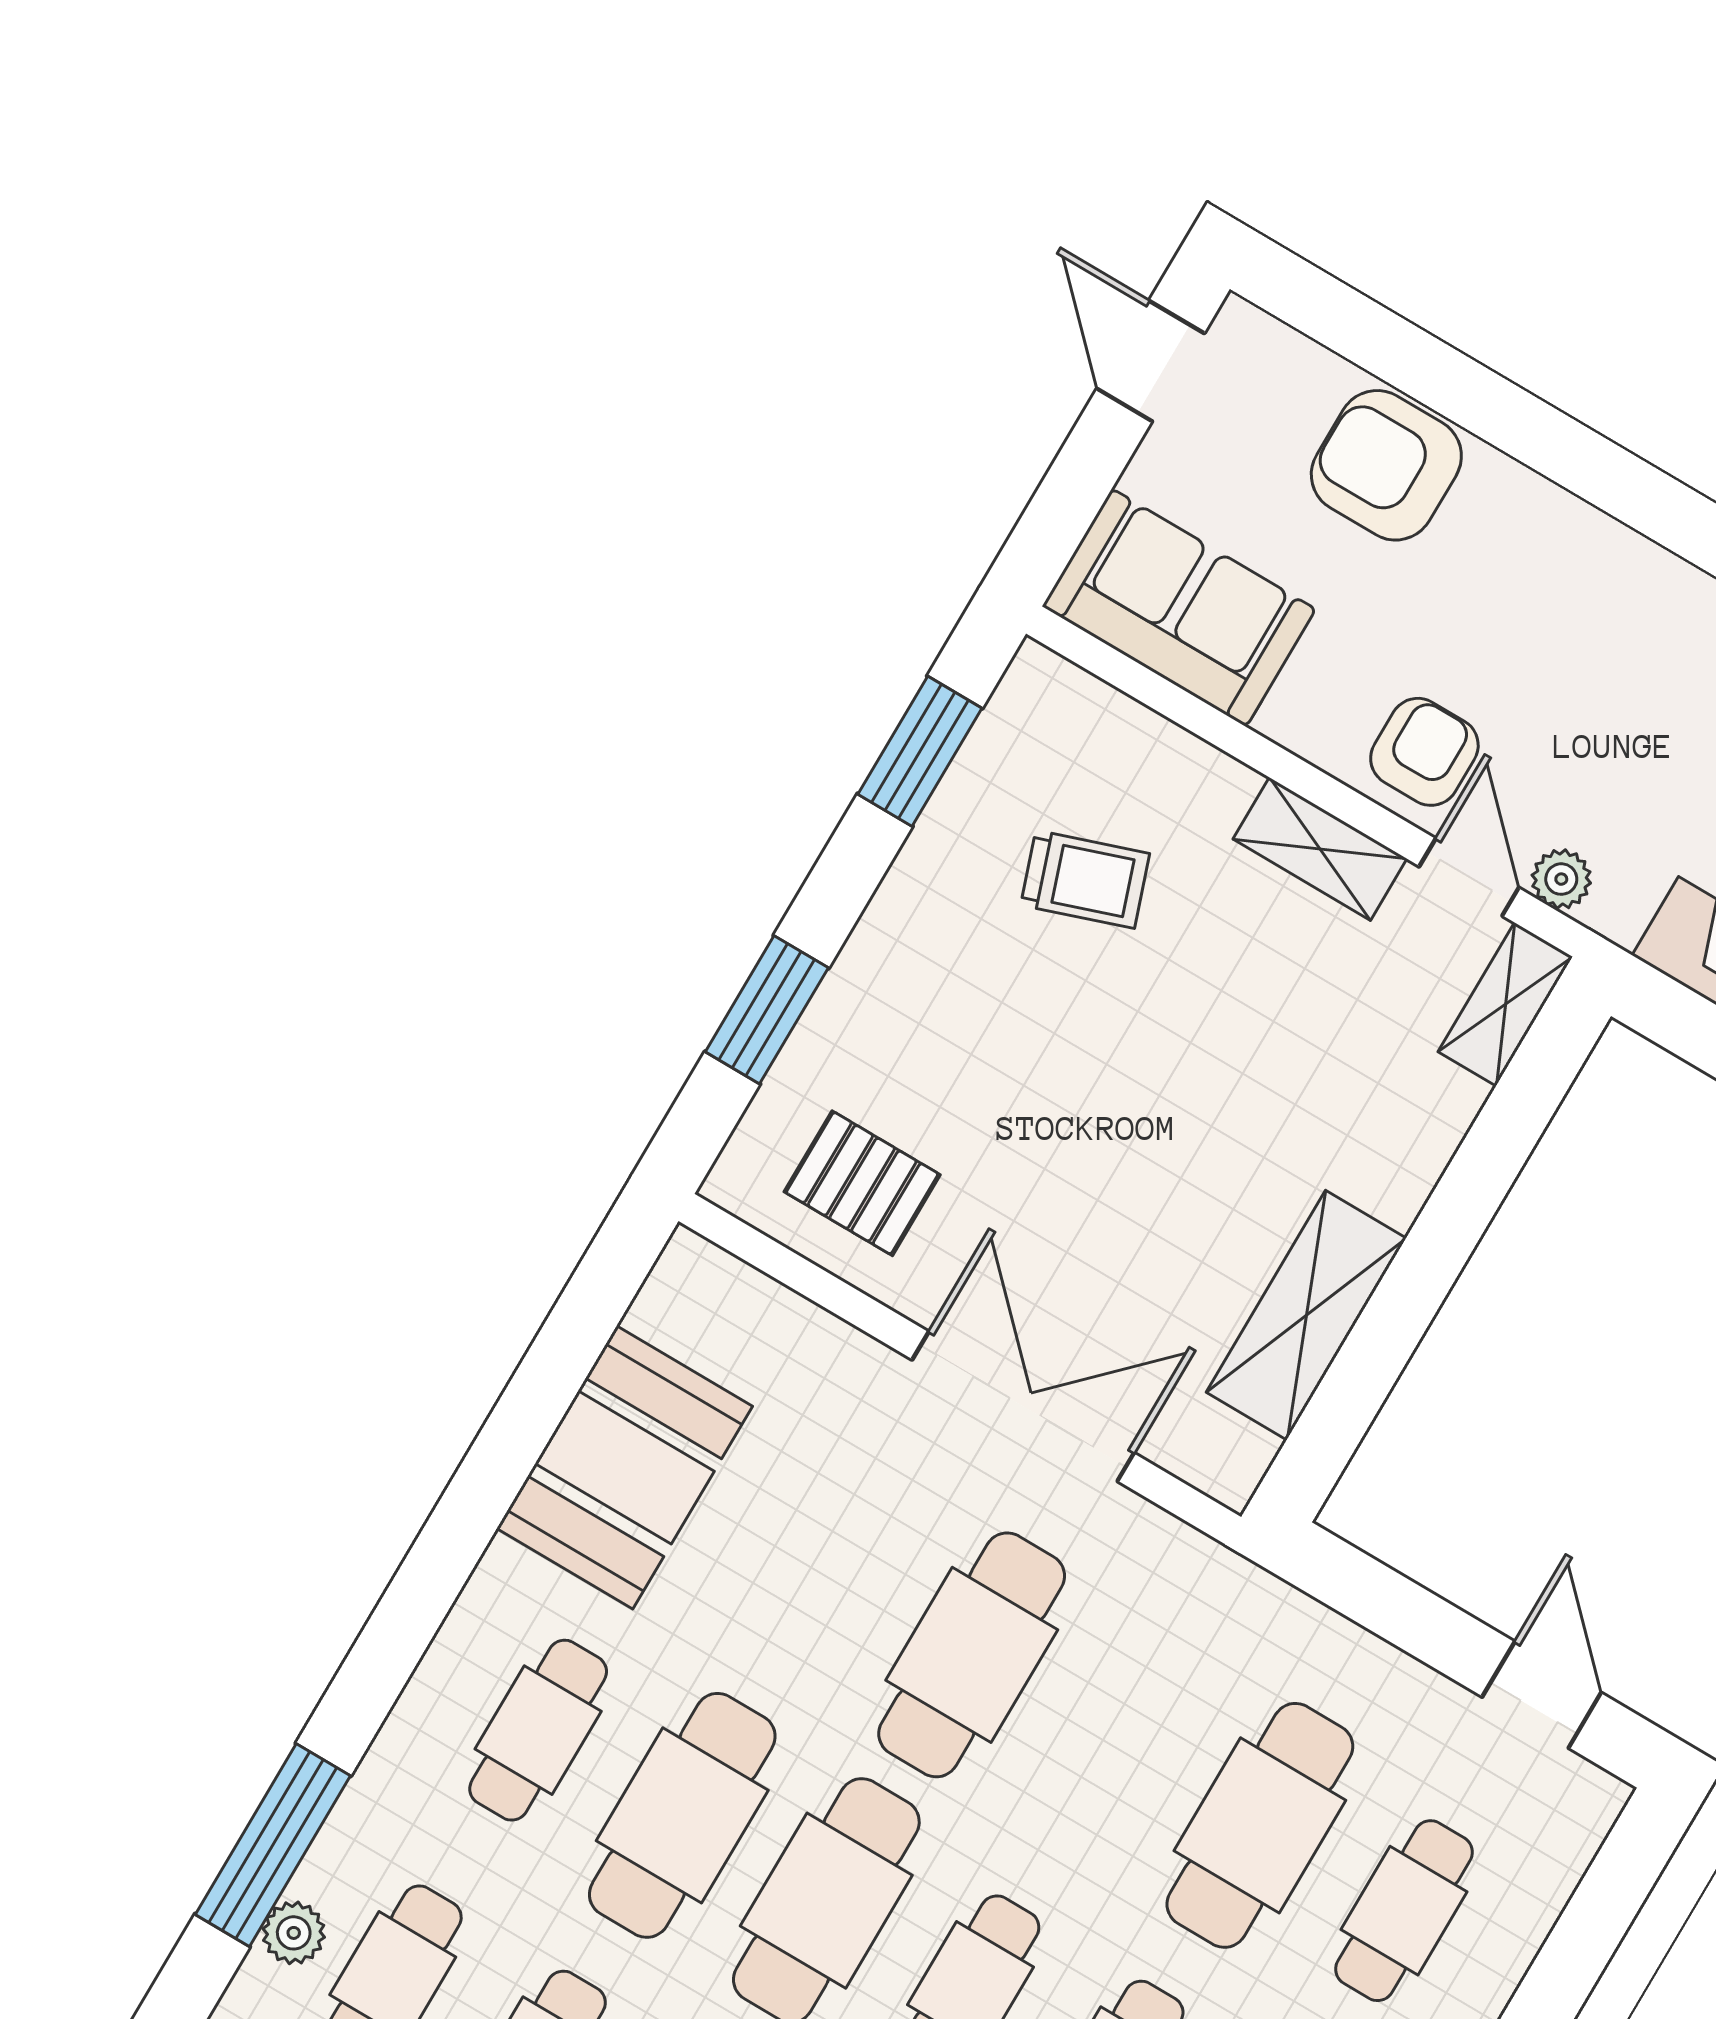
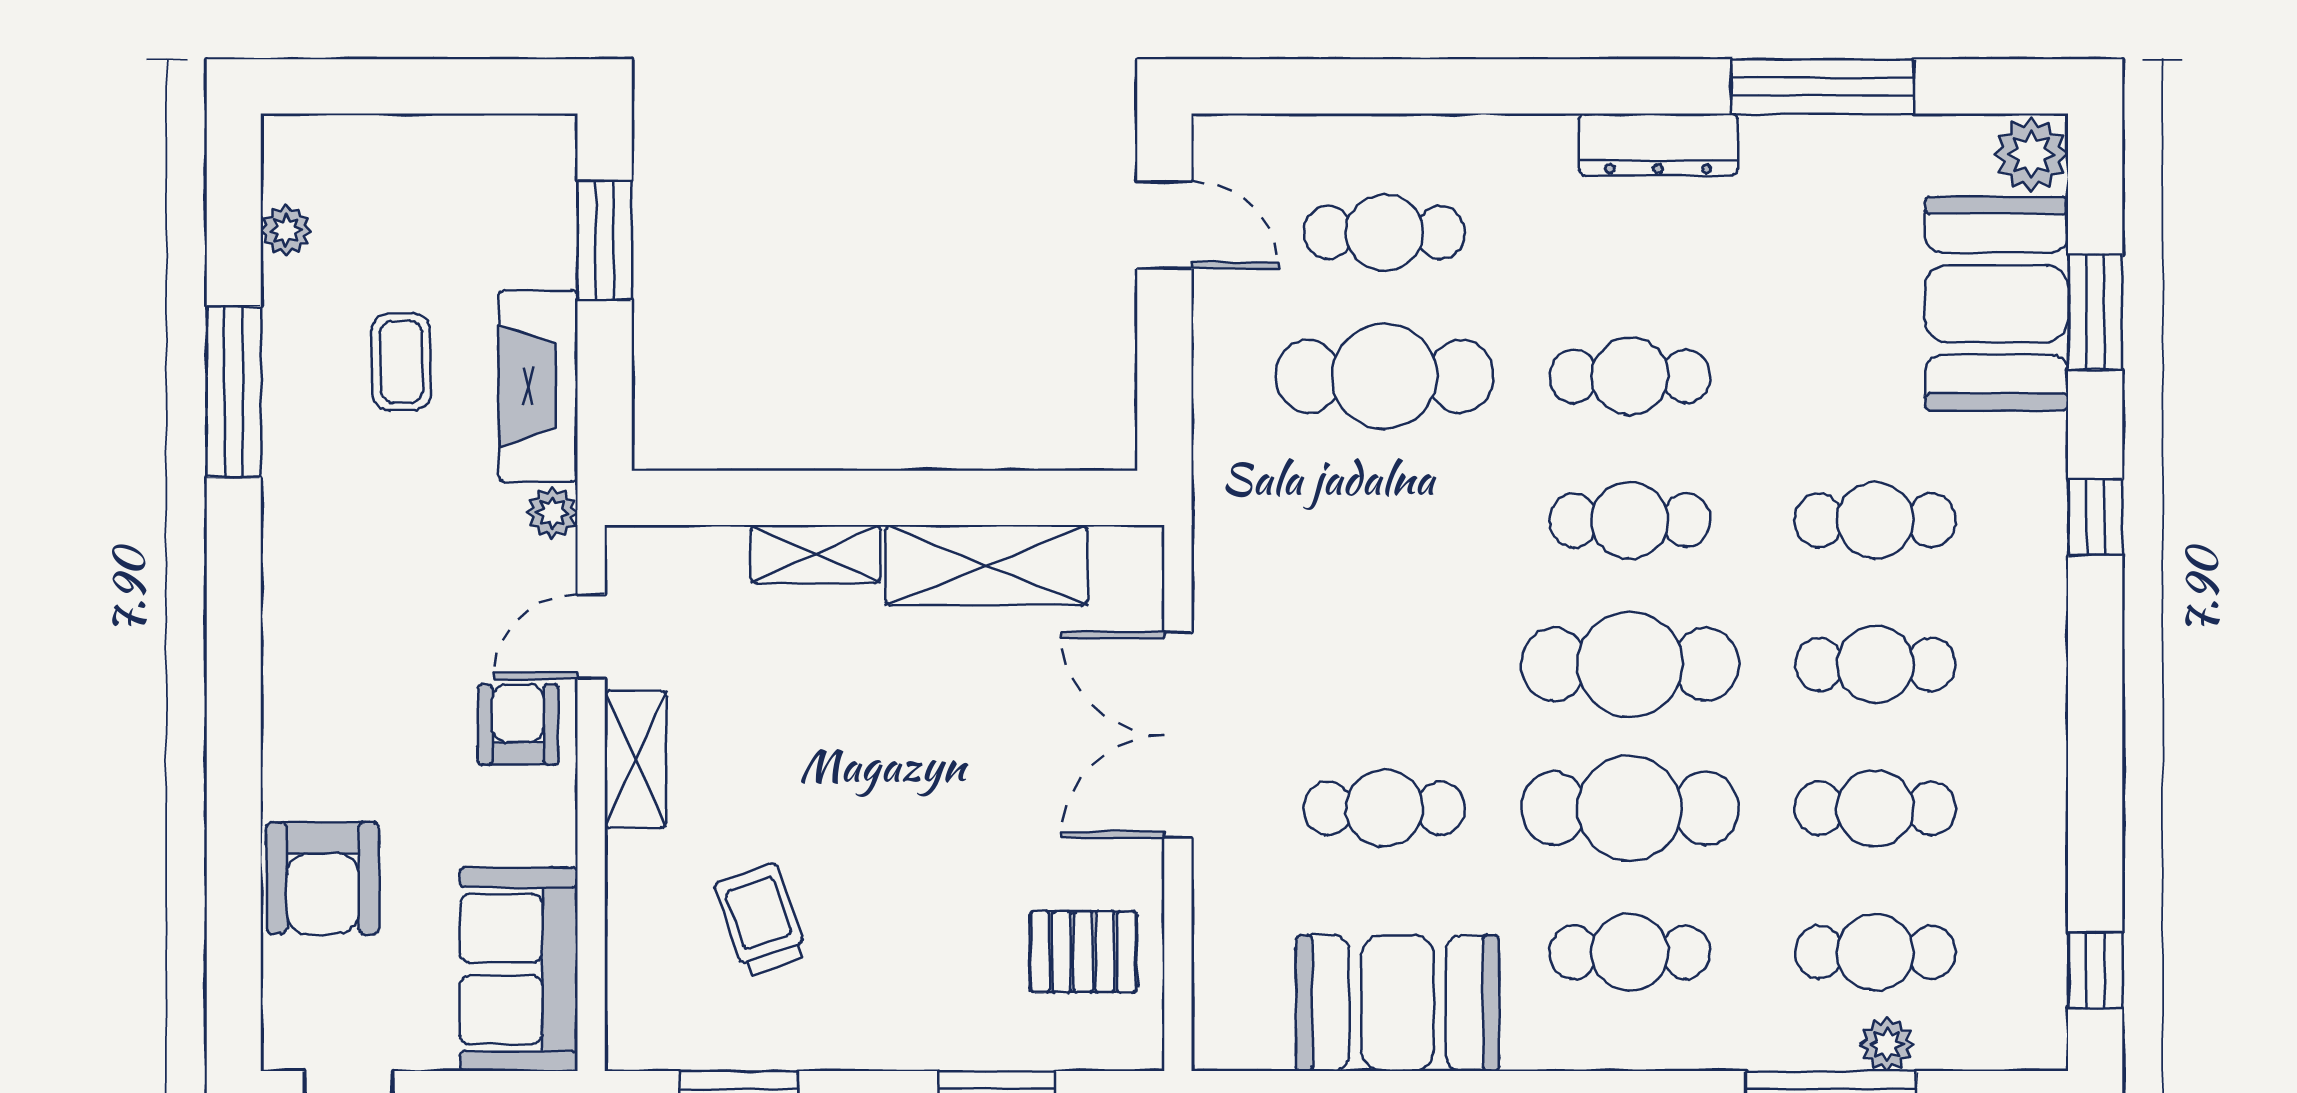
armchair: (1424, 752) -> (518, 724), turned 90
plant: (1561, 879) -> (552, 513), moved
shelving: (1505, 1004) -> (815, 554), moved
pallet: (862, 1183) -> (1083, 952), turned 90
cafe table: (972, 1655) -> (1384, 808), moved, width x0.73, depth x0.74
door: (1542, 1695) -> (1164, 225), swing flipped

